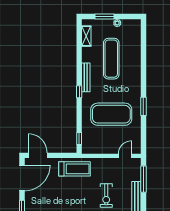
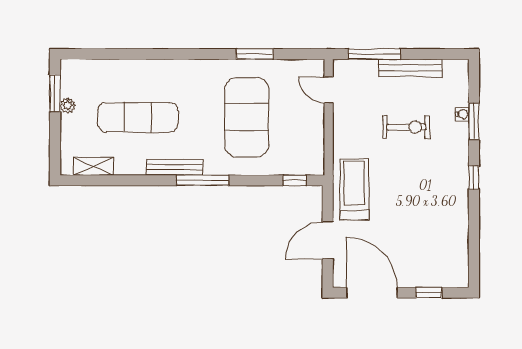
window: (105, 16) -> (55, 93), moved
window: (79, 92) -> (203, 180), width x2.17
window: (143, 106) -> (255, 54), moved
door: (38, 155) -> (328, 241), moved

